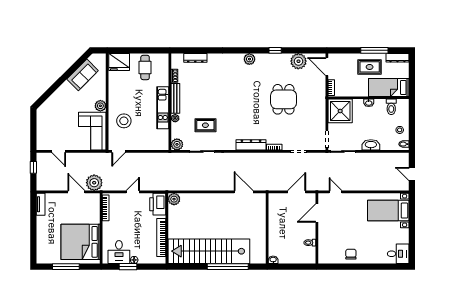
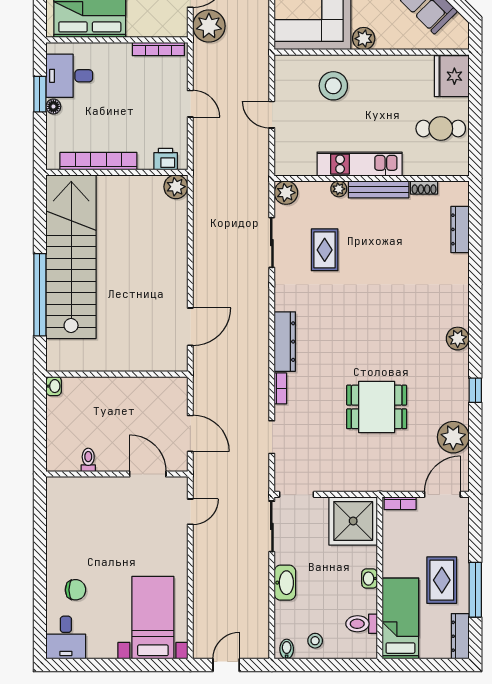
door: (119, 151) -> (272, 115), moved
printer: (158, 204) -> (166, 159), width x0.53, depth x0.68
chair: (351, 254) -> (76, 590), moved

